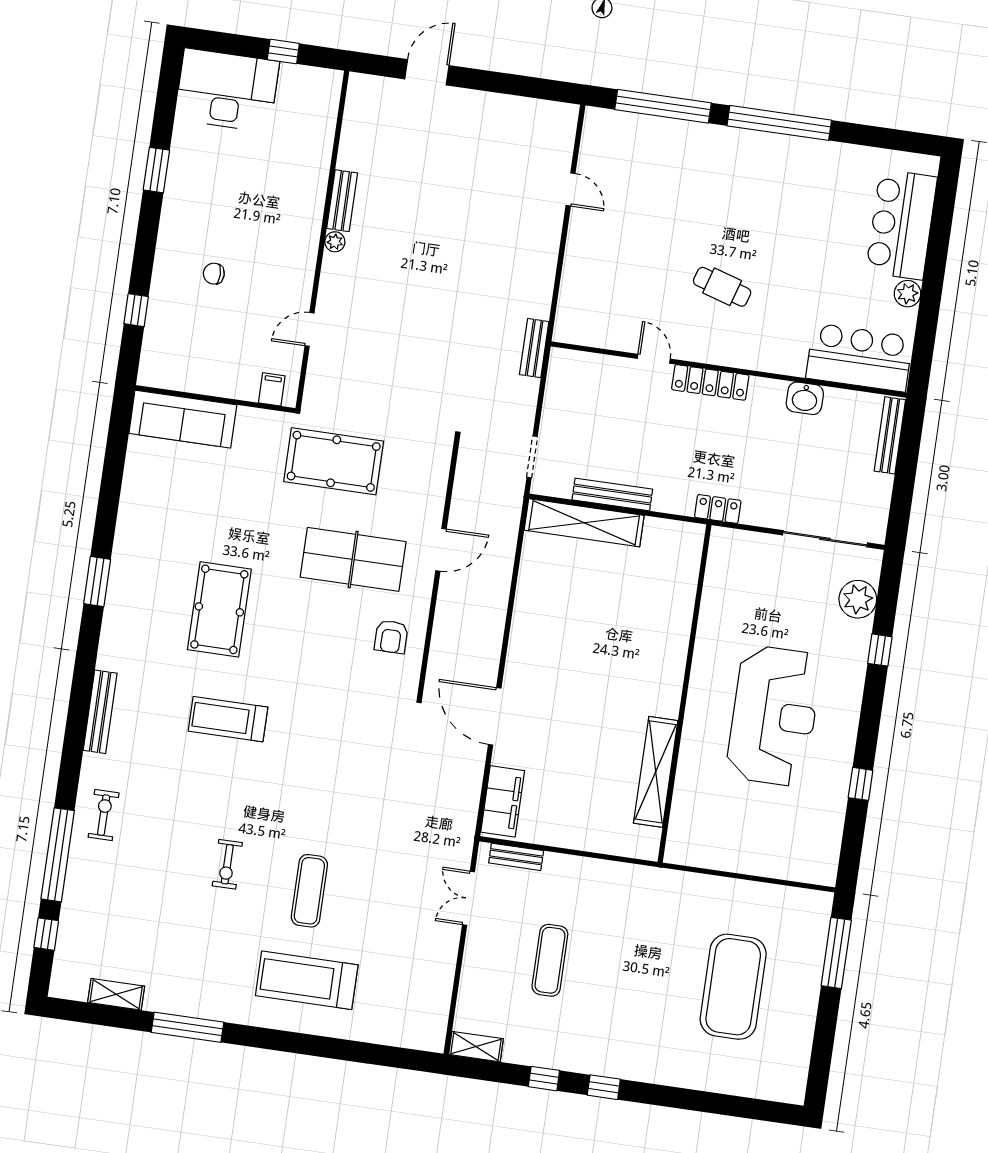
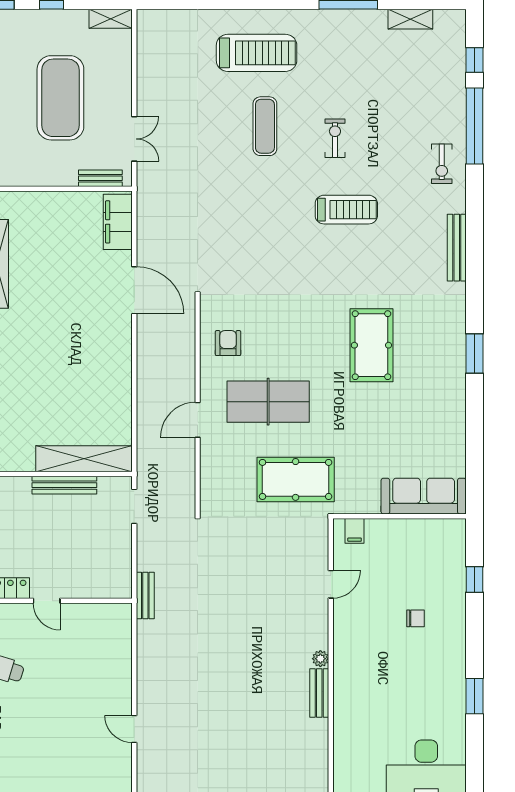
treadmill: (228, 719) -> (346, 210), moved
exercise mat: (550, 960) -> (60, 98), width x2.00, depth x1.45

